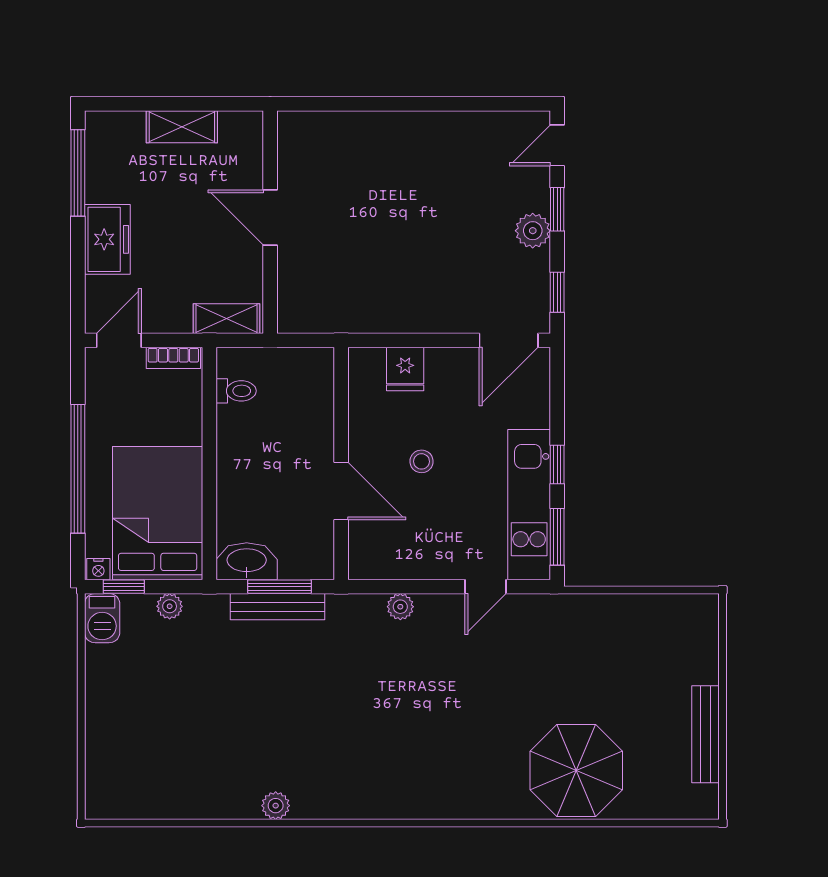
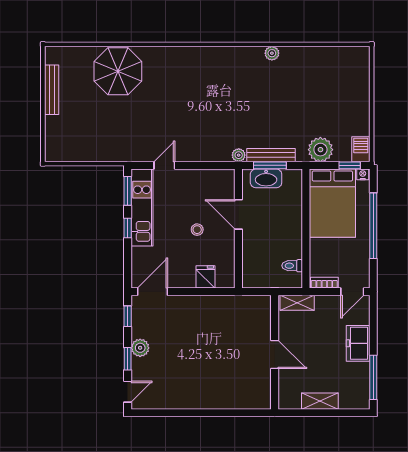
washbasin: (247, 561) -> (266, 178), moved
plant: (170, 606) -> (320, 150), width x1.88, depth x1.88
plant: (400, 607) -> (239, 155), moved

